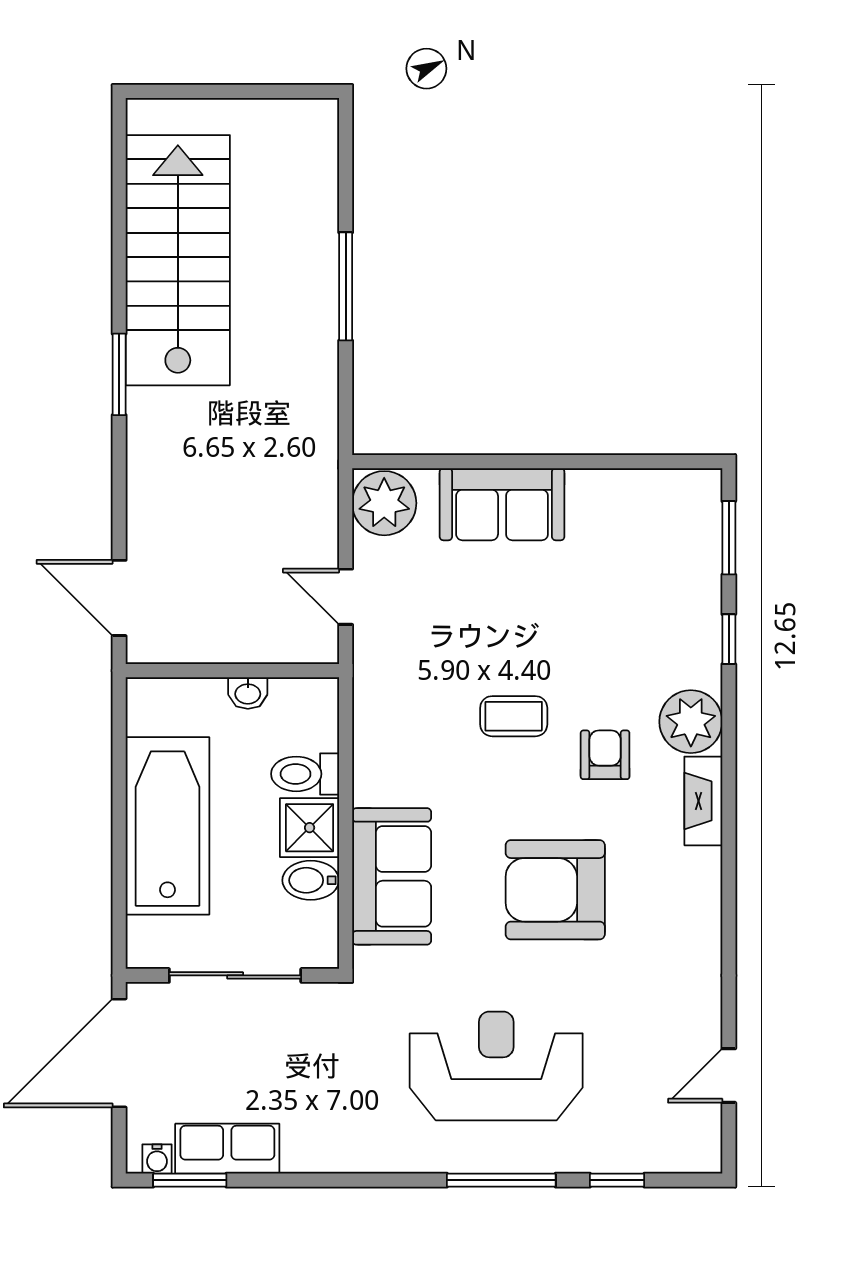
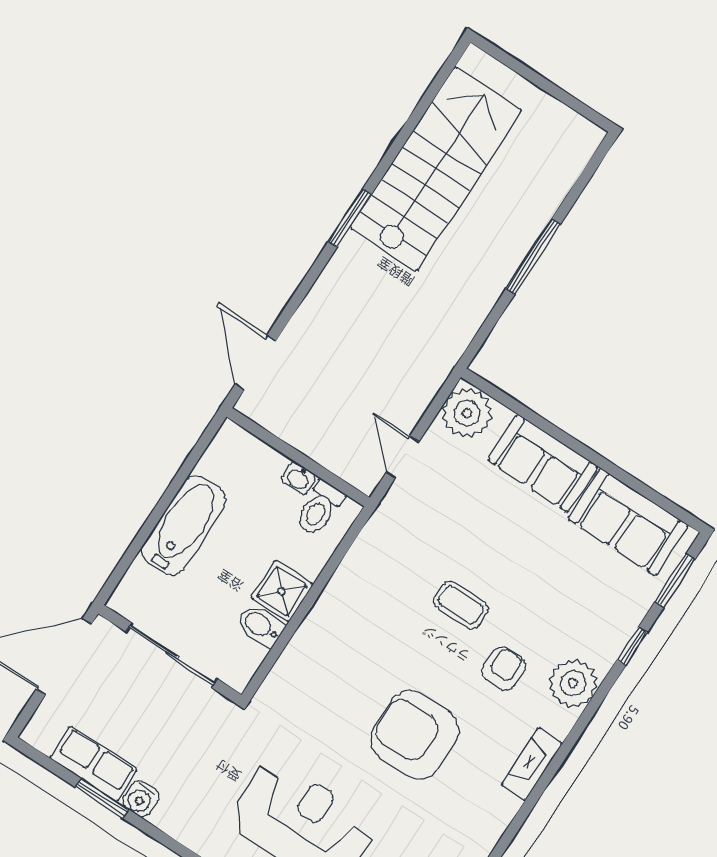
toilet: (305, 774) -> (319, 508), moved, turned -90
fireplace: (703, 801) -> (532, 764), moved
bathtub: (168, 826) -> (184, 525), width x0.73, depth x0.73
sofa: (392, 876) -> (628, 522), moved, turned 90
water cooler: (157, 1159) -> (141, 799), moved, width x1.38, depth x1.38
window: (190, 1180) -> (102, 799), moved

